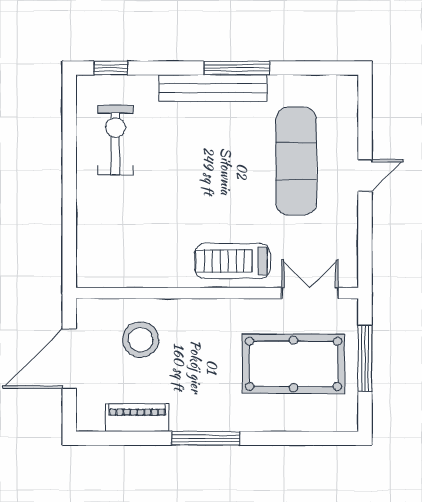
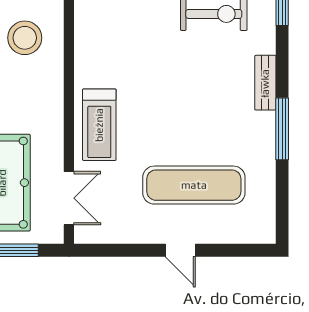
bench: (213, 88) -> (265, 83), width x0.54, depth x0.82
treadmill: (232, 261) -> (99, 125), turned 180

